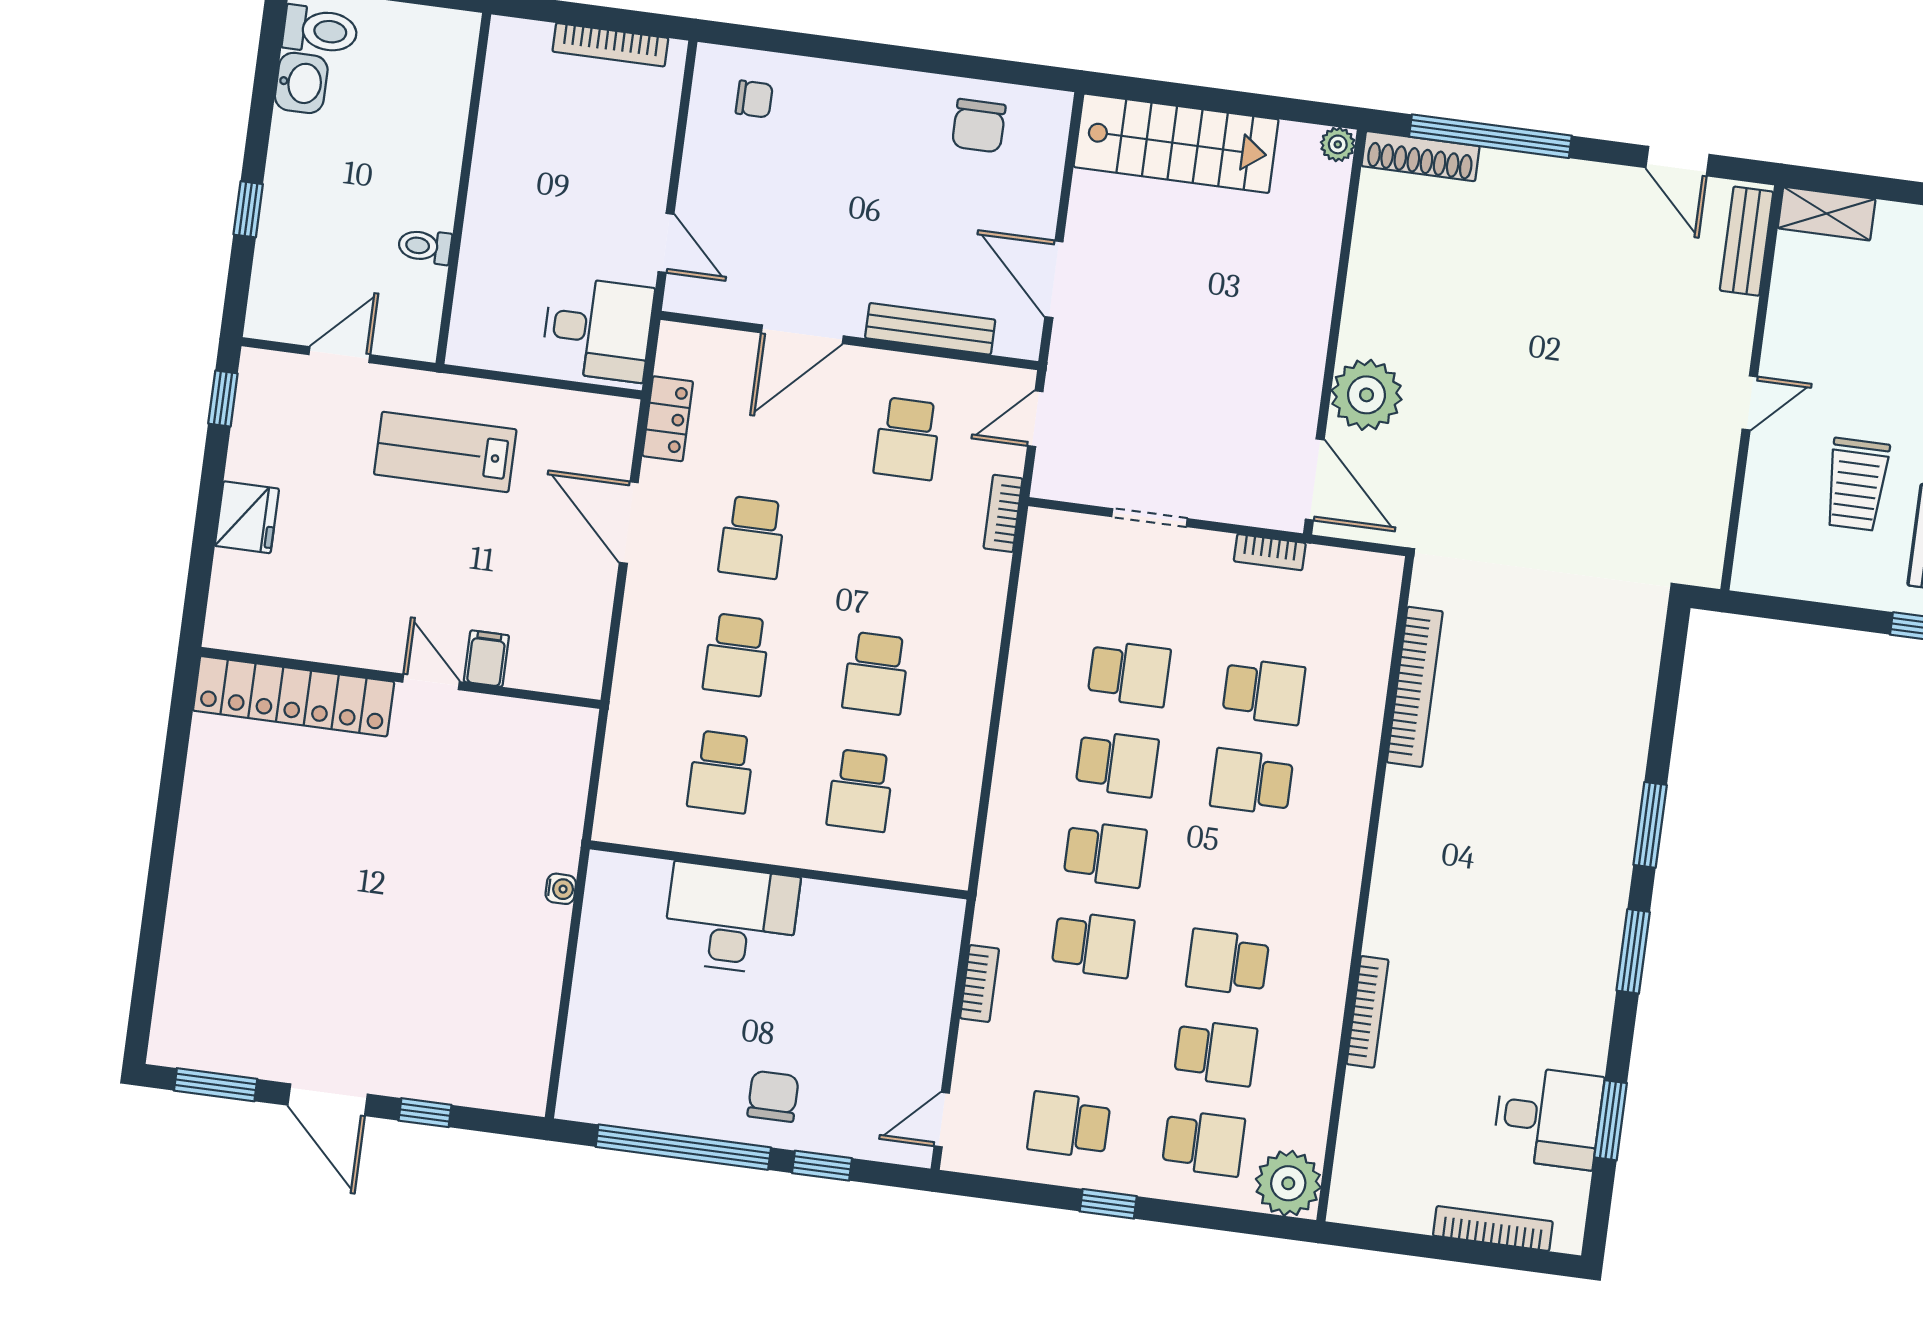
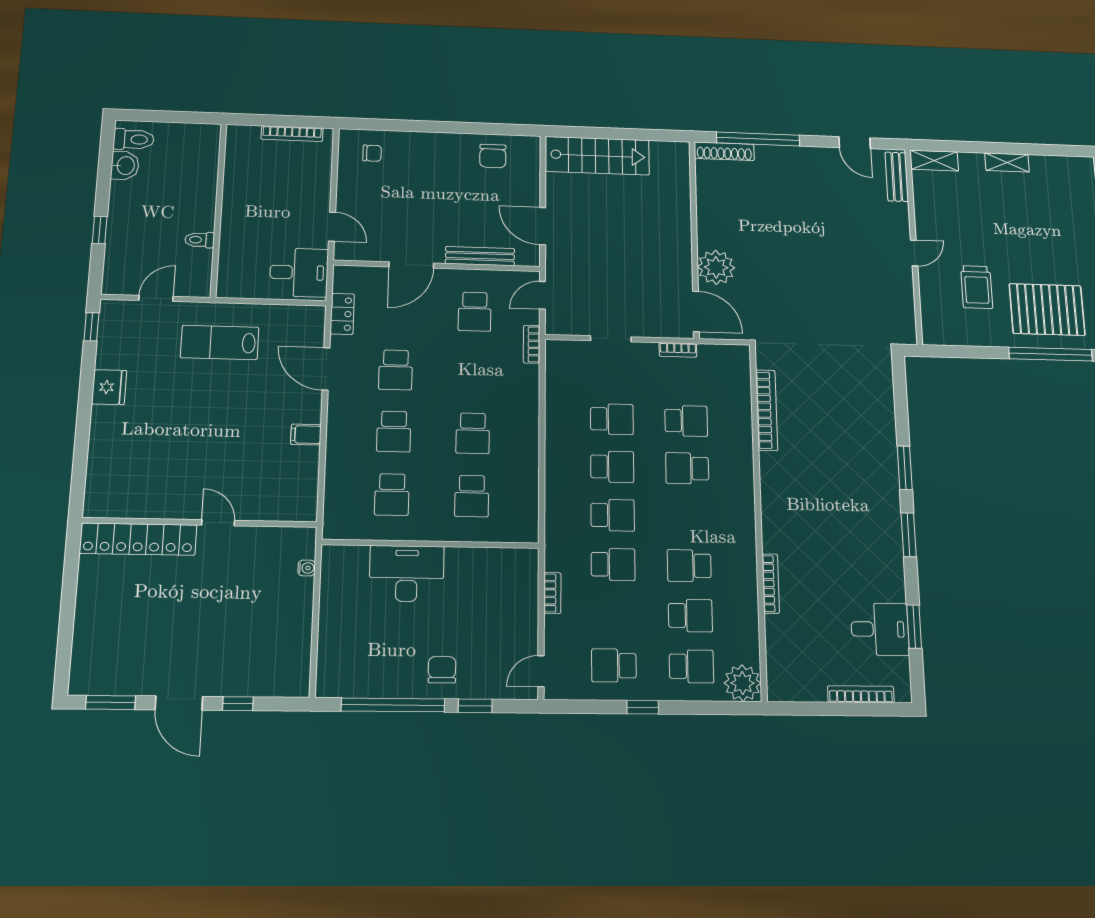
plant: (1338, 144) -> (681, 149), removed
filing cabinet: (486, 659) -> (306, 435), moved, turned -90
wall: (400, 678) -> (200, 522), moved
door: (431, 682) -> (218, 523), moved
locker: (294, 696) -> (138, 539), moved

